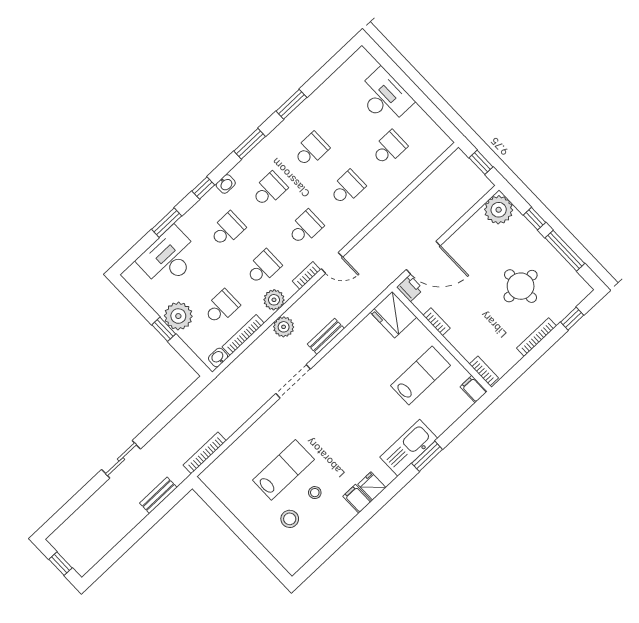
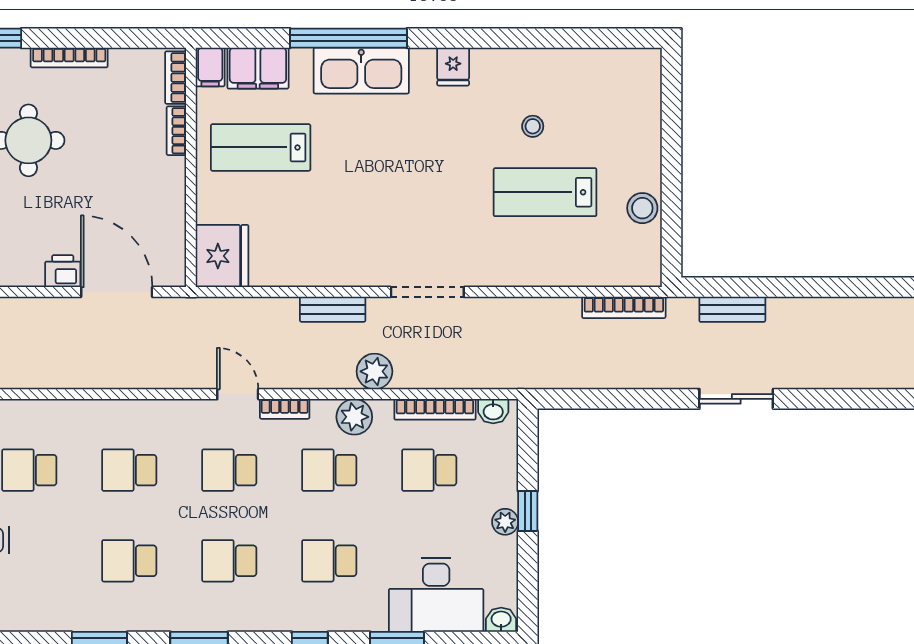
washbasin: (226, 184) -> (501, 620), moved
printer: (410, 288) -> (63, 271), moved, turned 90
plant: (178, 316) -> (505, 522), width x0.53, depth x0.53
bookcase: (437, 322) -> (176, 131), moved
window: (427, 456) -> (348, 38), width x2.11
filing cabinet: (357, 499) -> (258, 68), moved, width x2.00
stool: (290, 519) -> (642, 208), moved

